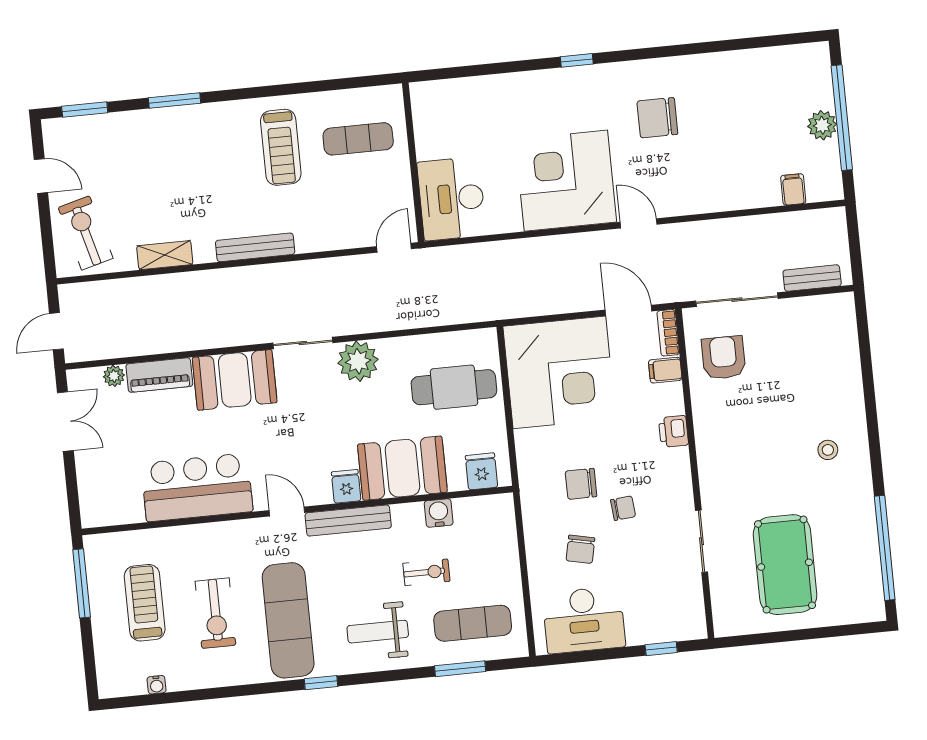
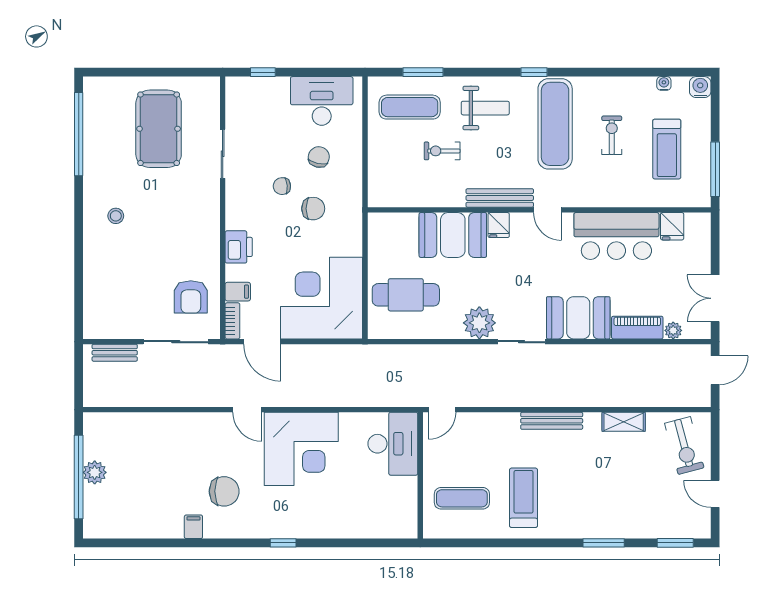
filing cabinet: (793, 189) -> (193, 527), moved, turned 180
printer: (674, 431) -> (239, 247), width x1.36, depth x1.24
fridge: (482, 471) -> (672, 226), moved
water cooler: (439, 513) -> (700, 87), moved, turned 180
exercise bike: (215, 613) -> (612, 135), width x0.73, depth x0.72

